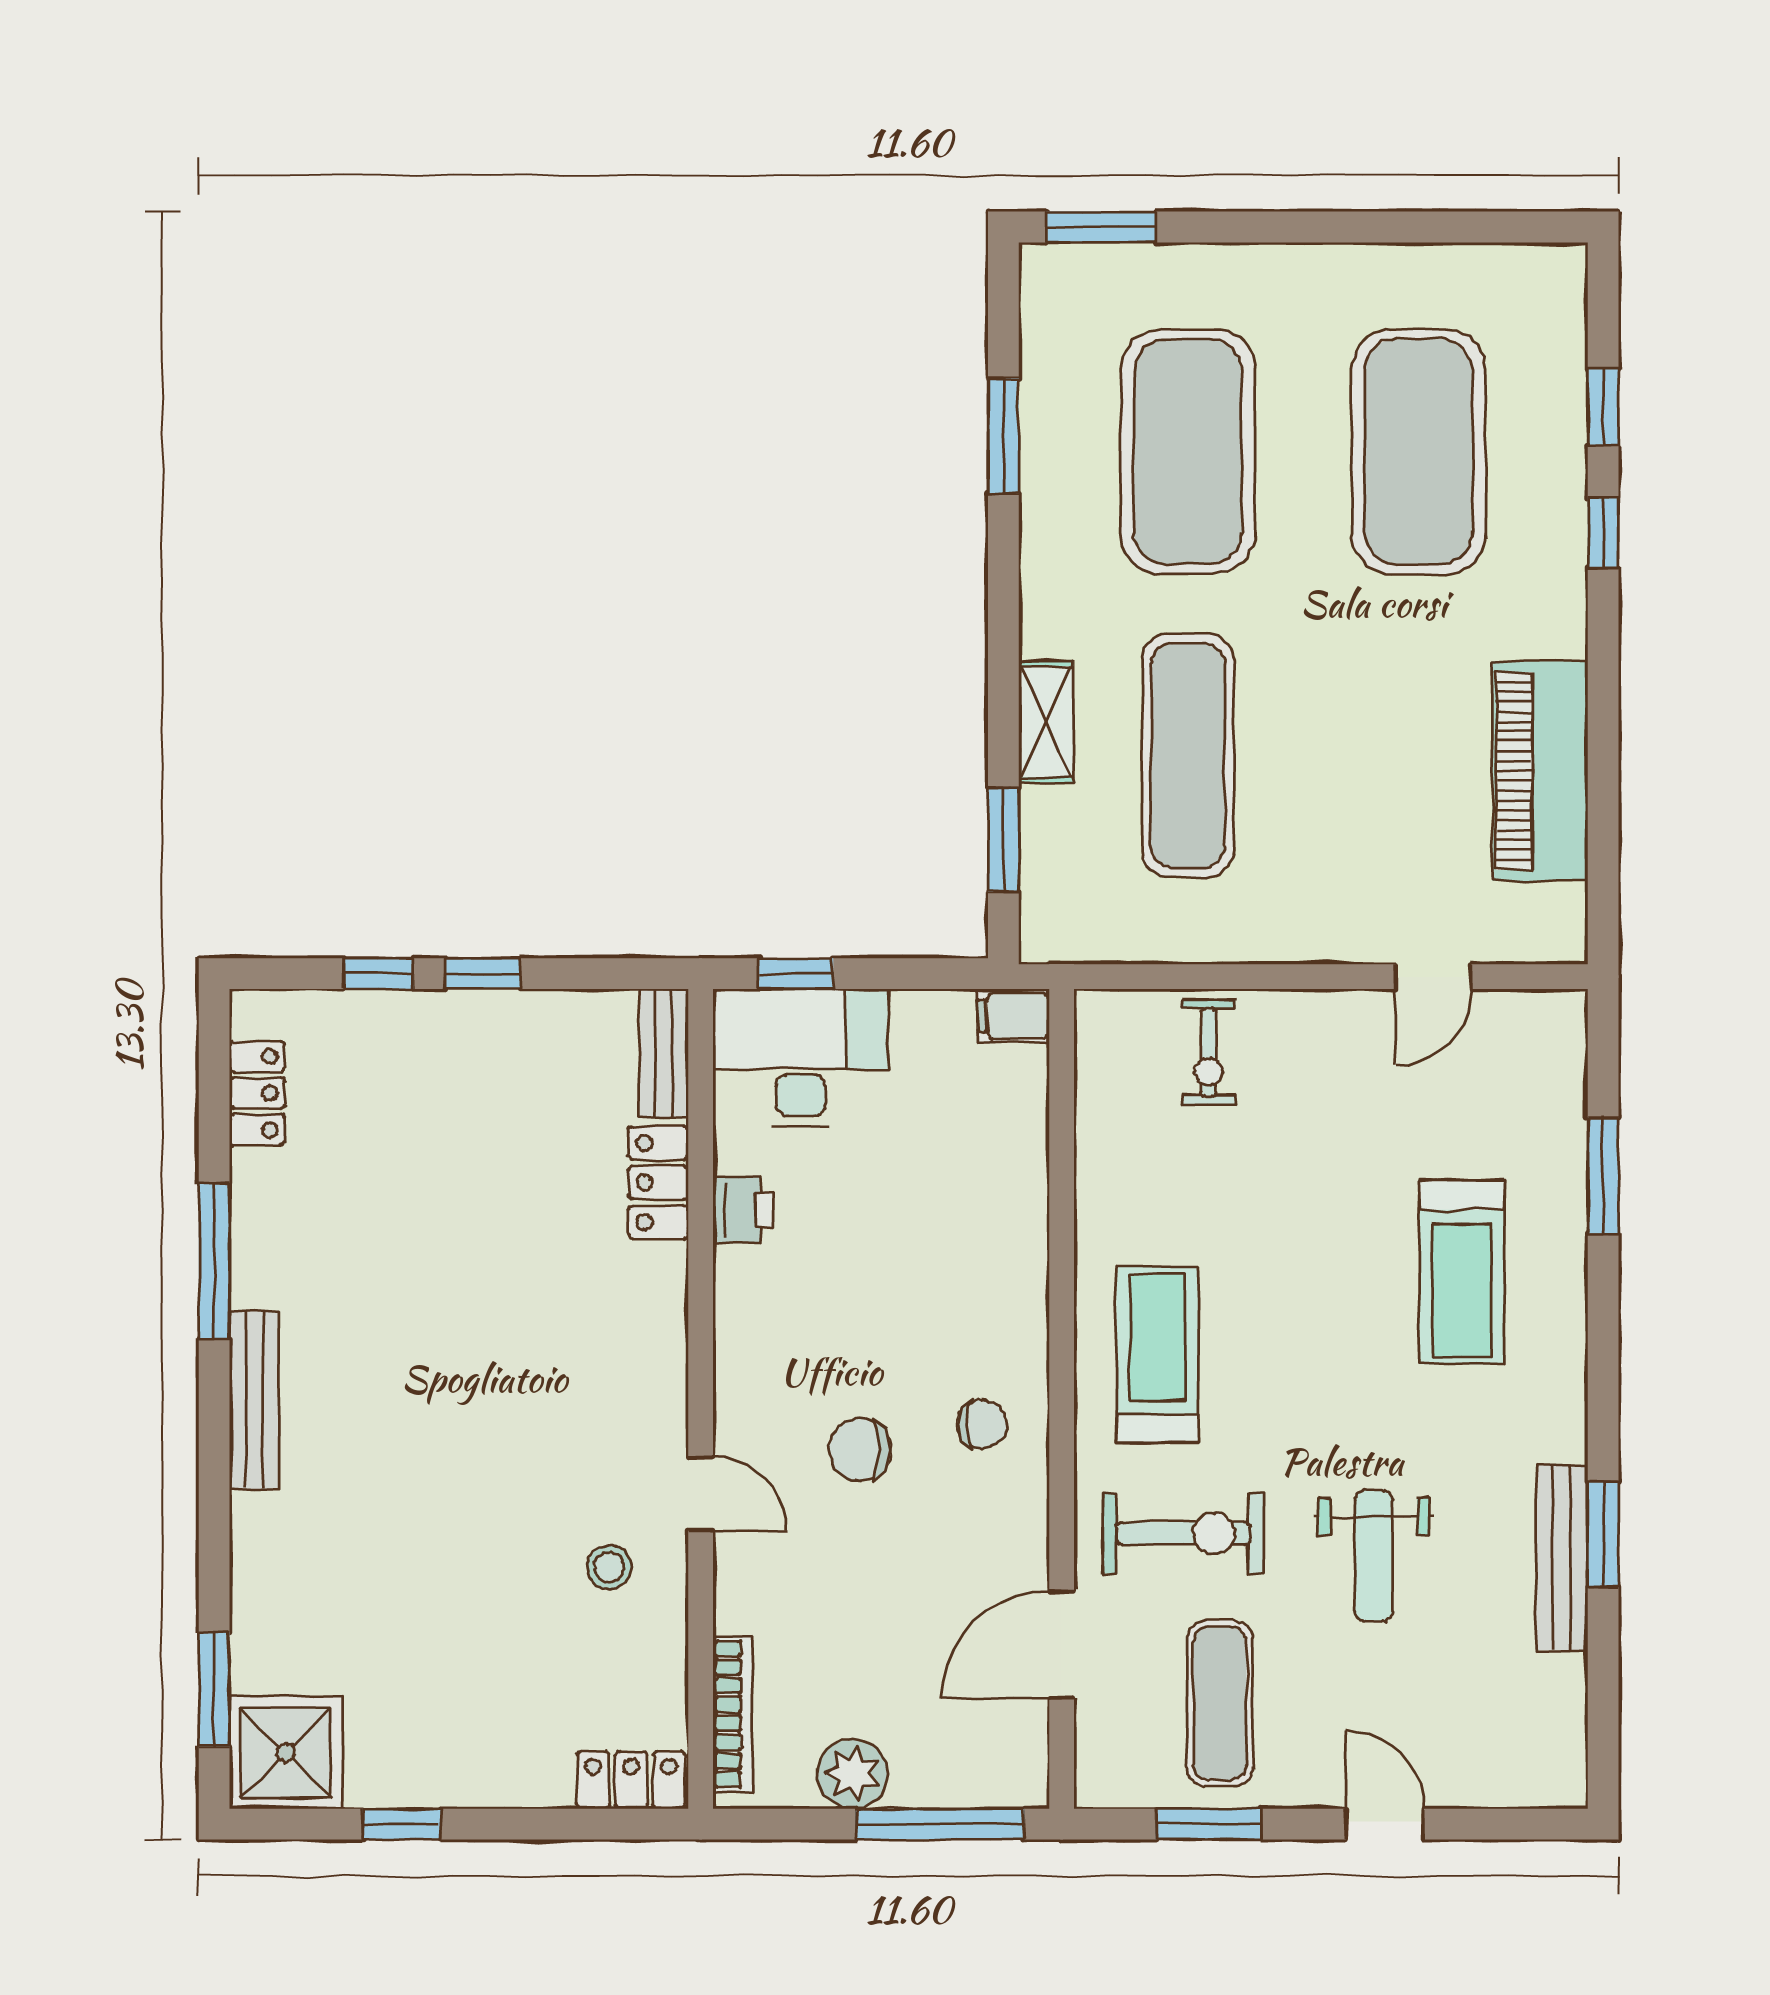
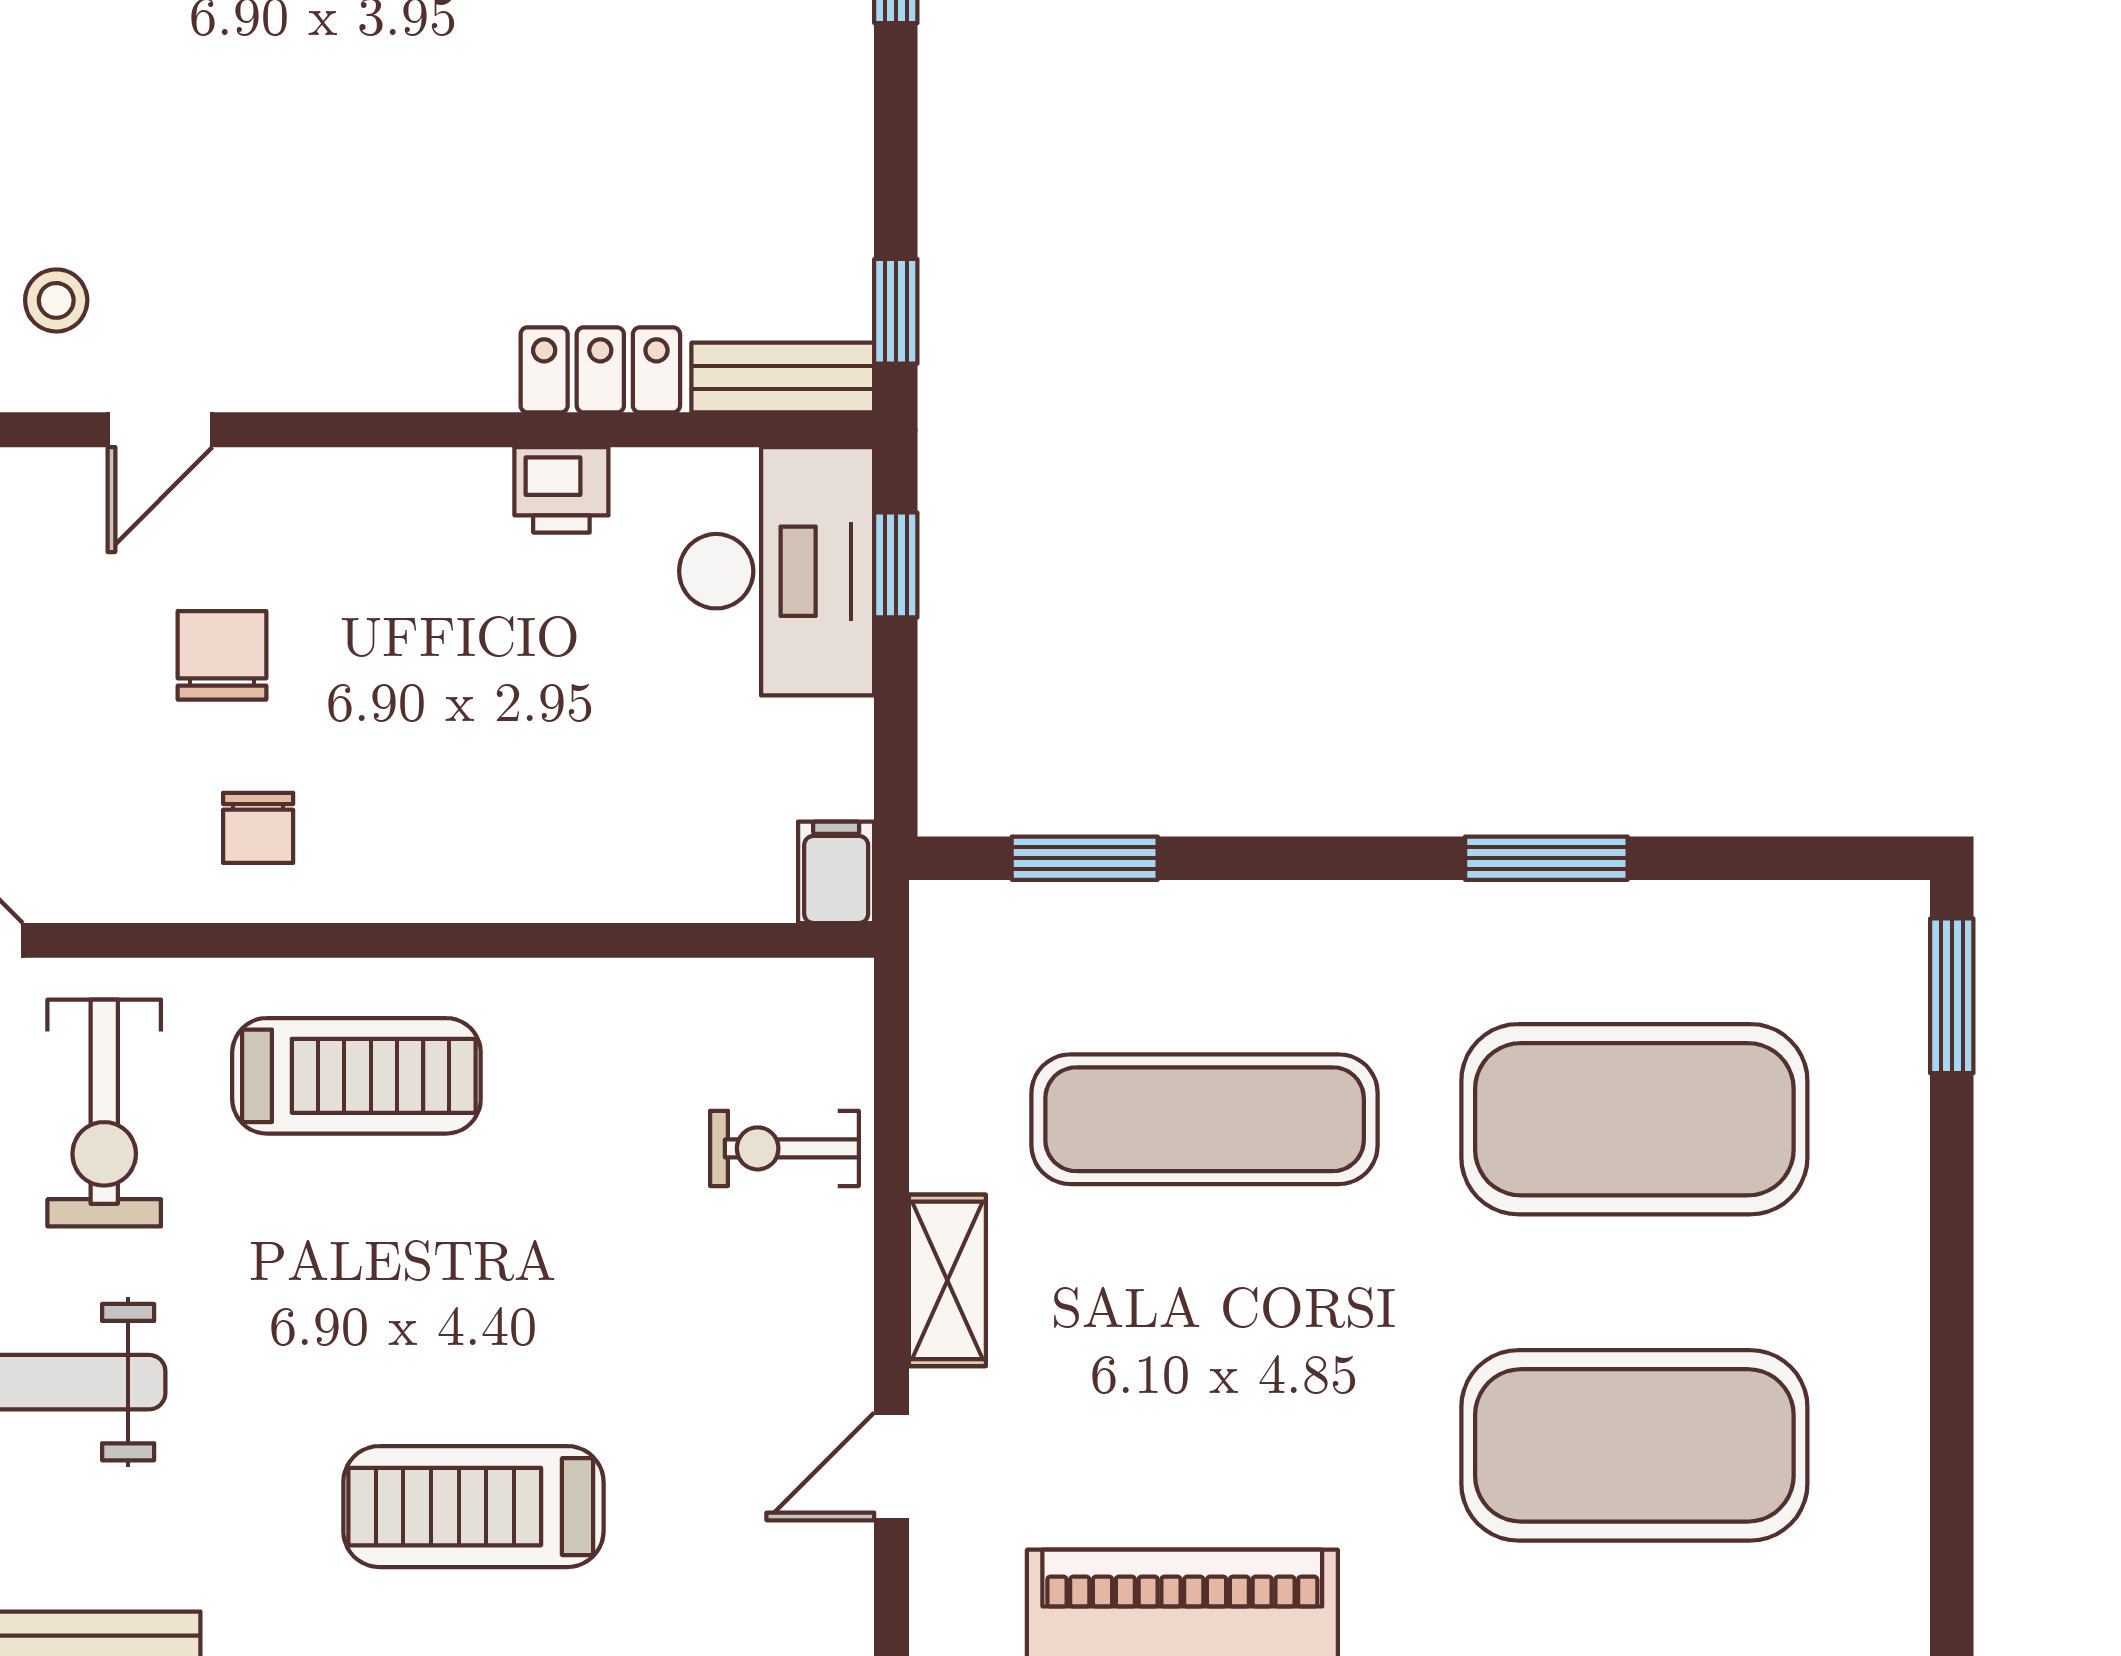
window: (1003, 436) -> (1546, 858), moved
shelving: (1046, 722) -> (947, 1280), moved, turned 90
window: (483, 974) -> (896, 311), moved
door: (1433, 977) -> (892, 1466), hinge flipped

